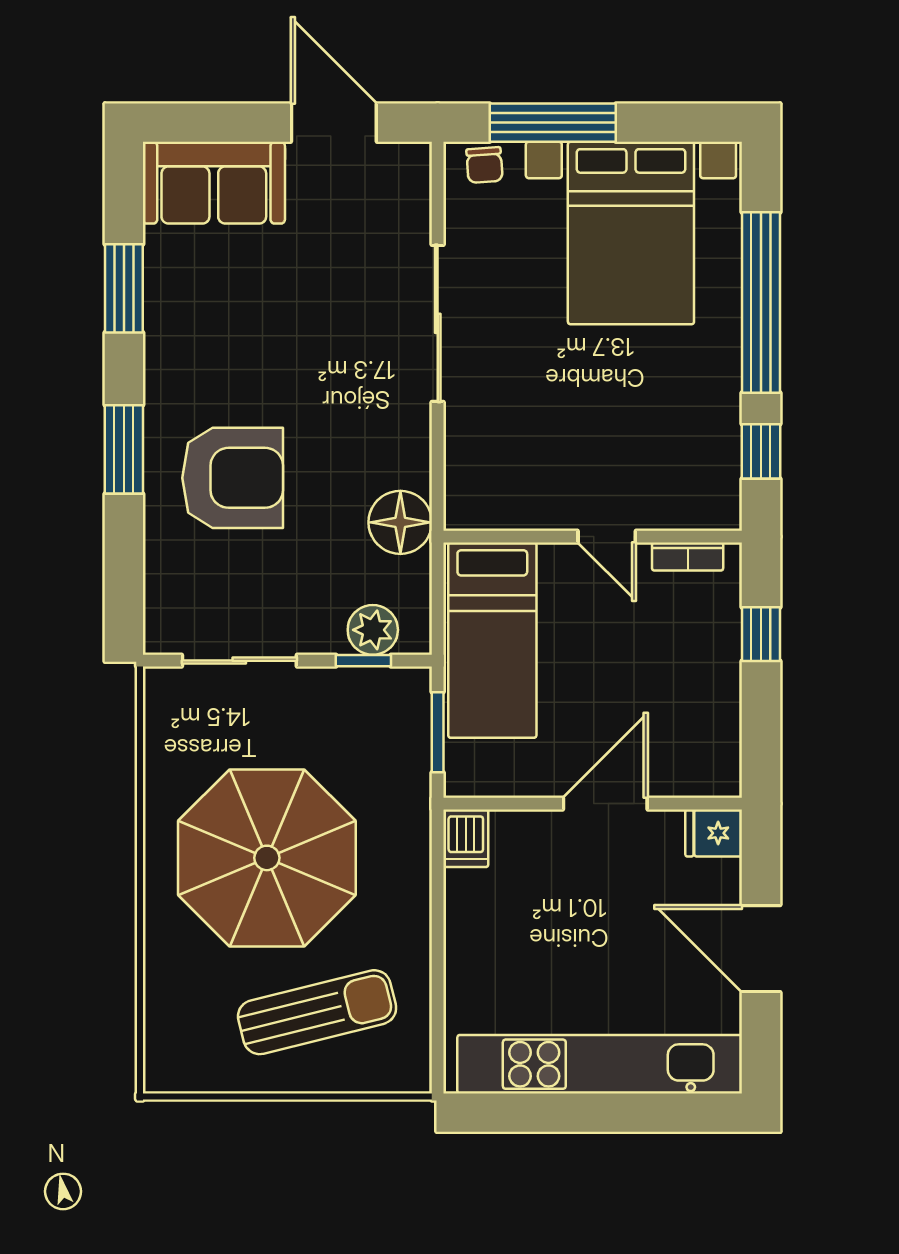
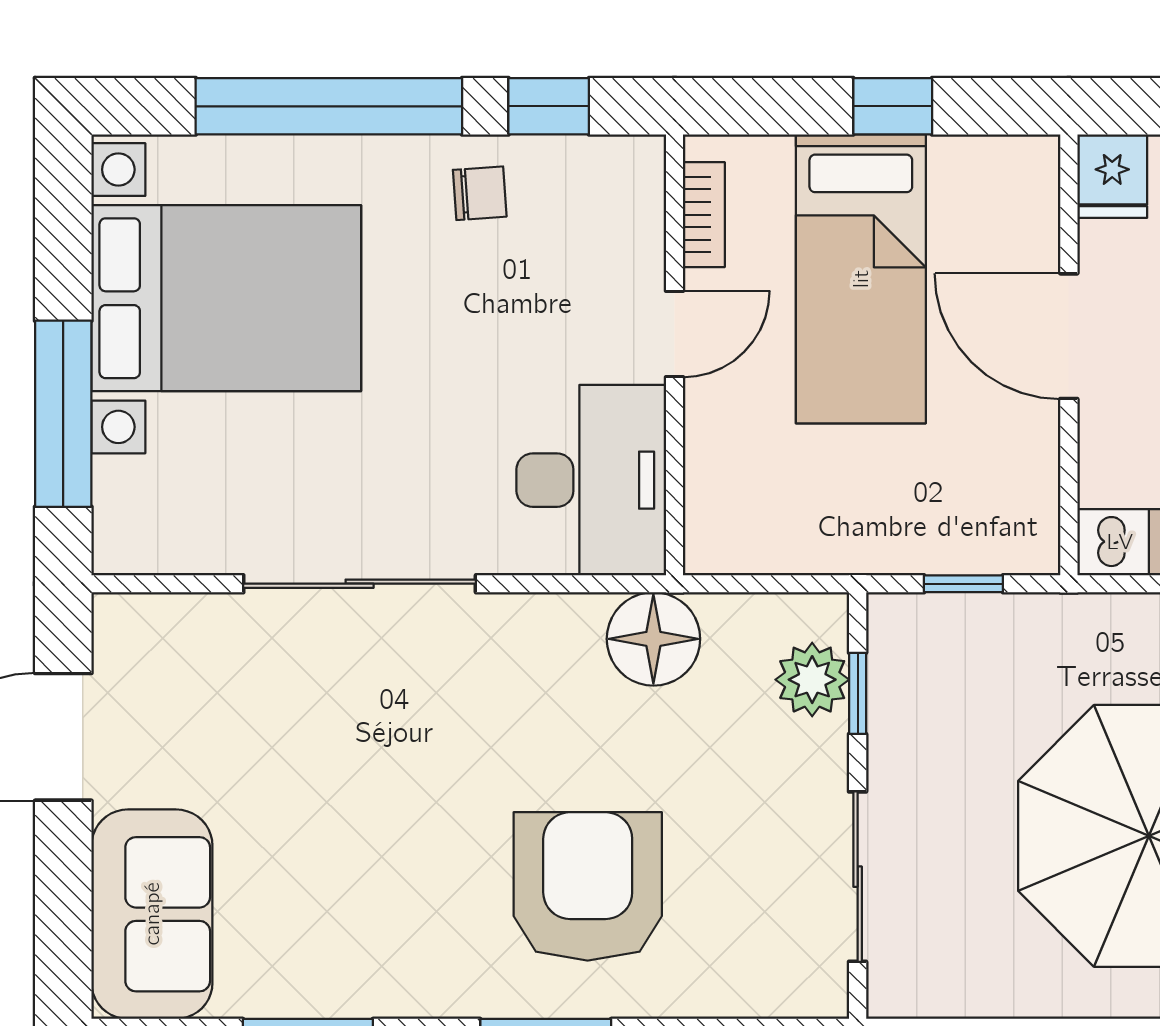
chair: (484, 165) -> (480, 193), moved
desk: (508, 480) -> (591, 480), added
window: (761, 634) -> (893, 106), moved
bed: (492, 640) -> (861, 279), moved, turned 90
window: (438, 732) -> (963, 584), width x0.67

